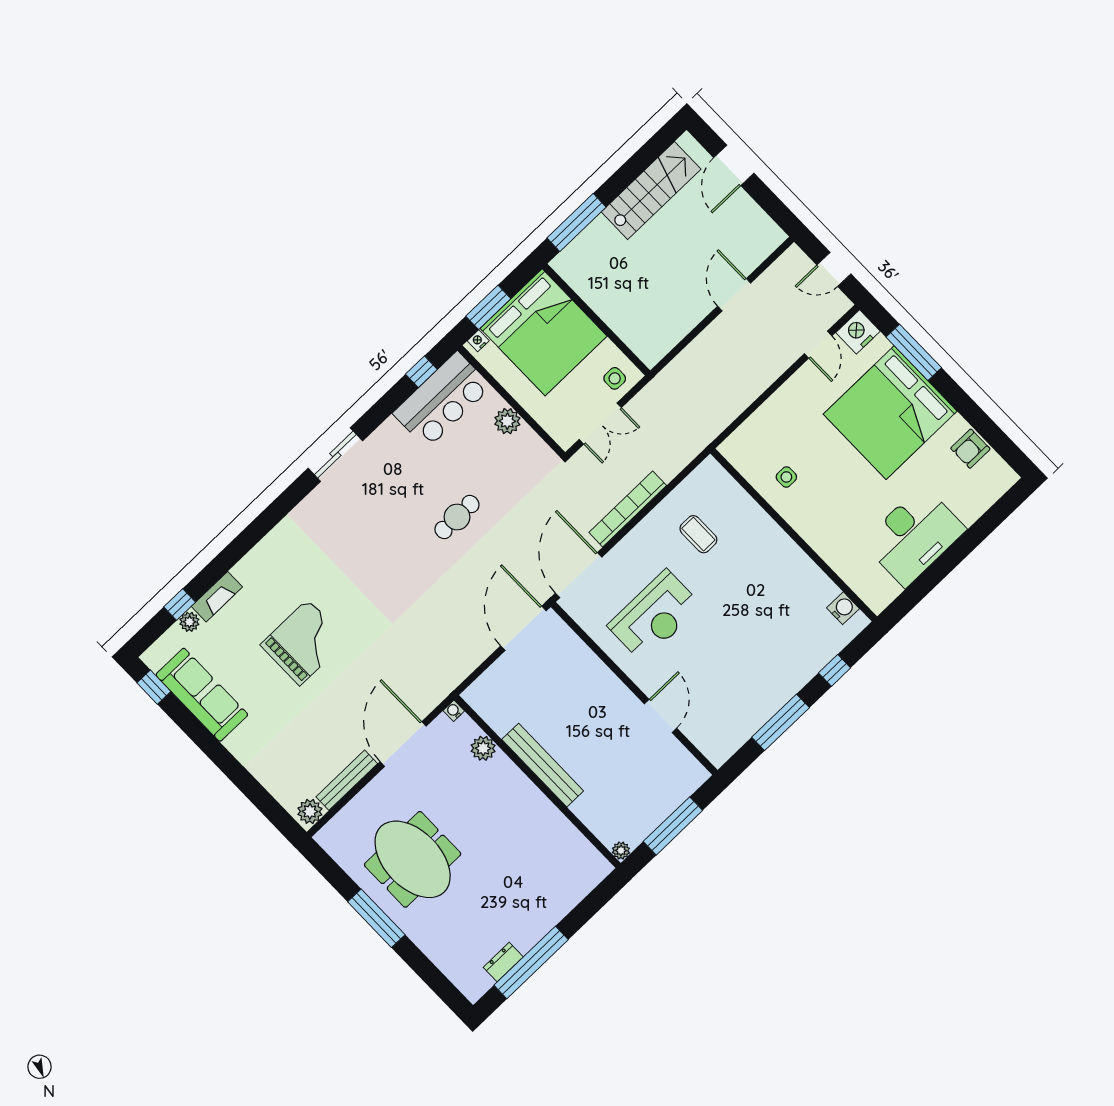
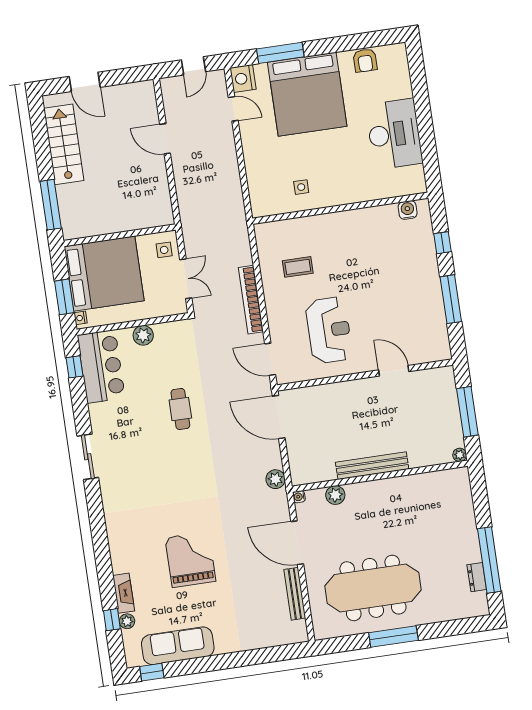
door: (579, 575) -> (270, 359), width x0.73
plant: (310, 811) -> (276, 479), moved
meeting table: (413, 859) -> (373, 588), width x1.36

